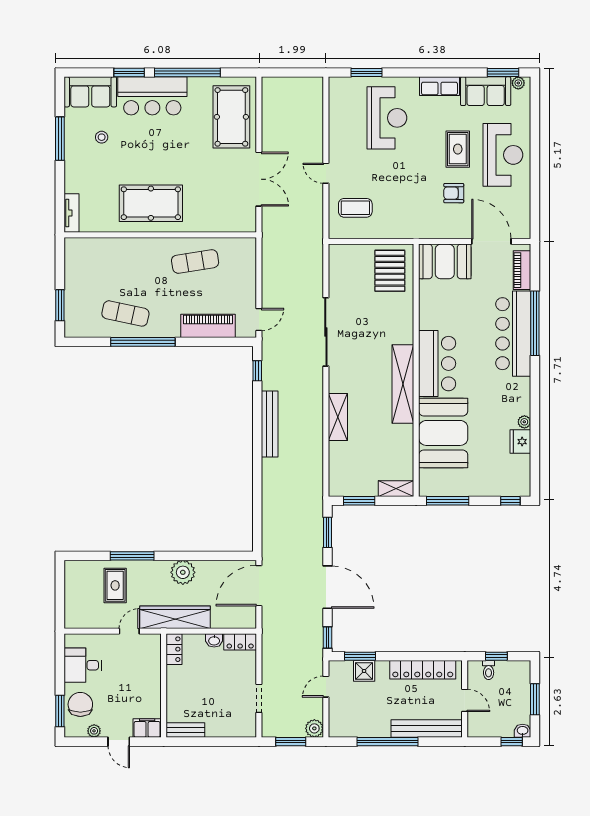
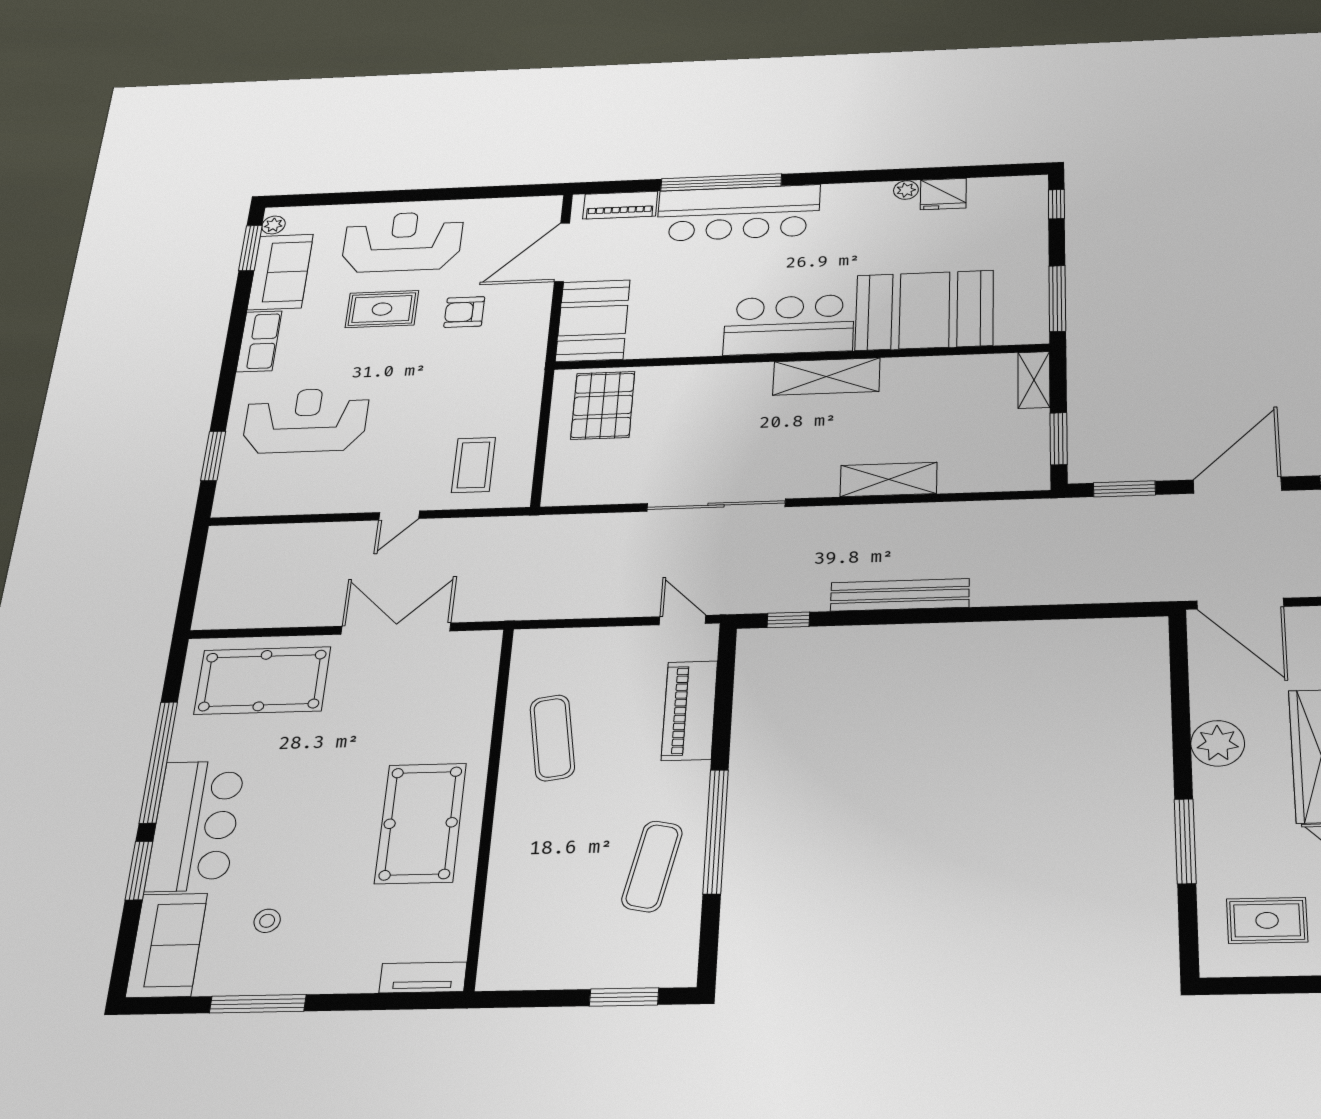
armchair: (454, 193) -> (464, 312), turned 90
pallet: (390, 271) -> (603, 405), turned 90
shelving: (403, 384) -> (826, 377), width x0.68
rug: (115, 585) -> (1267, 920), moved

